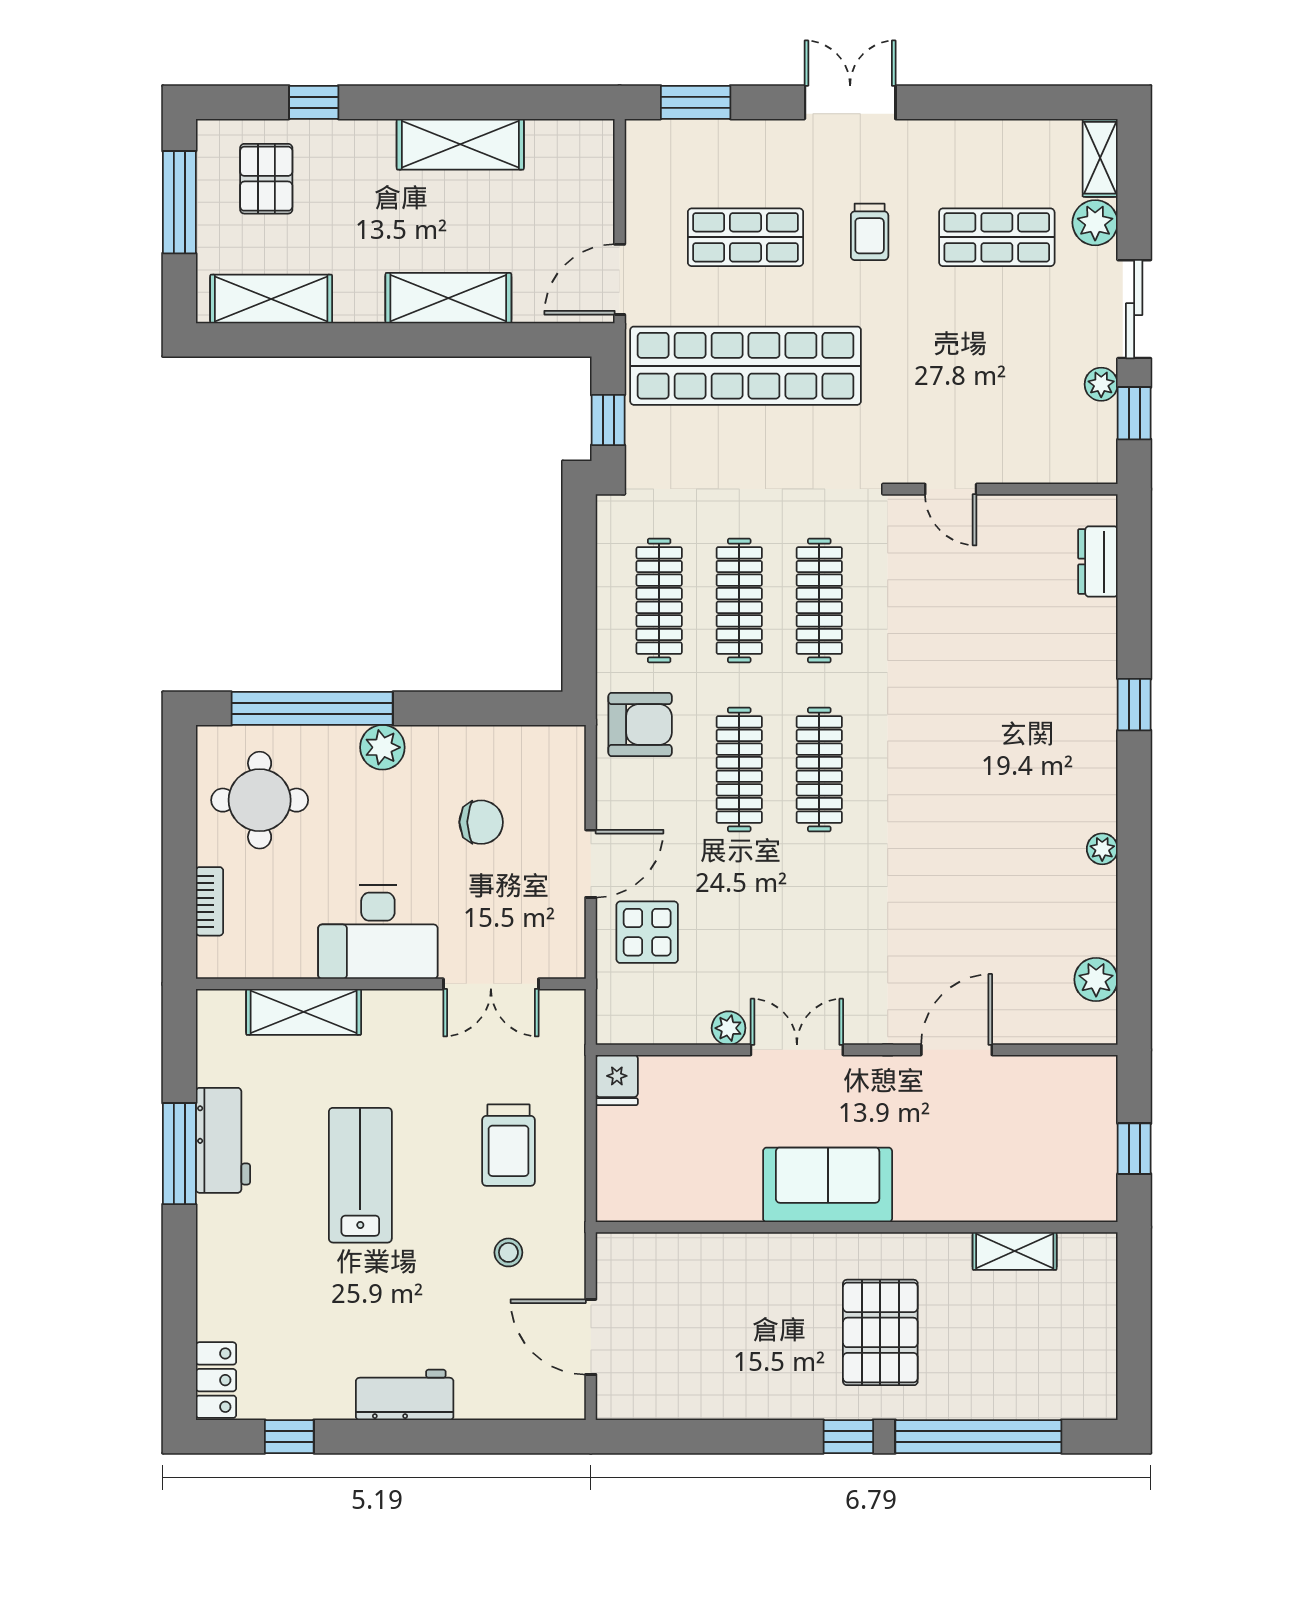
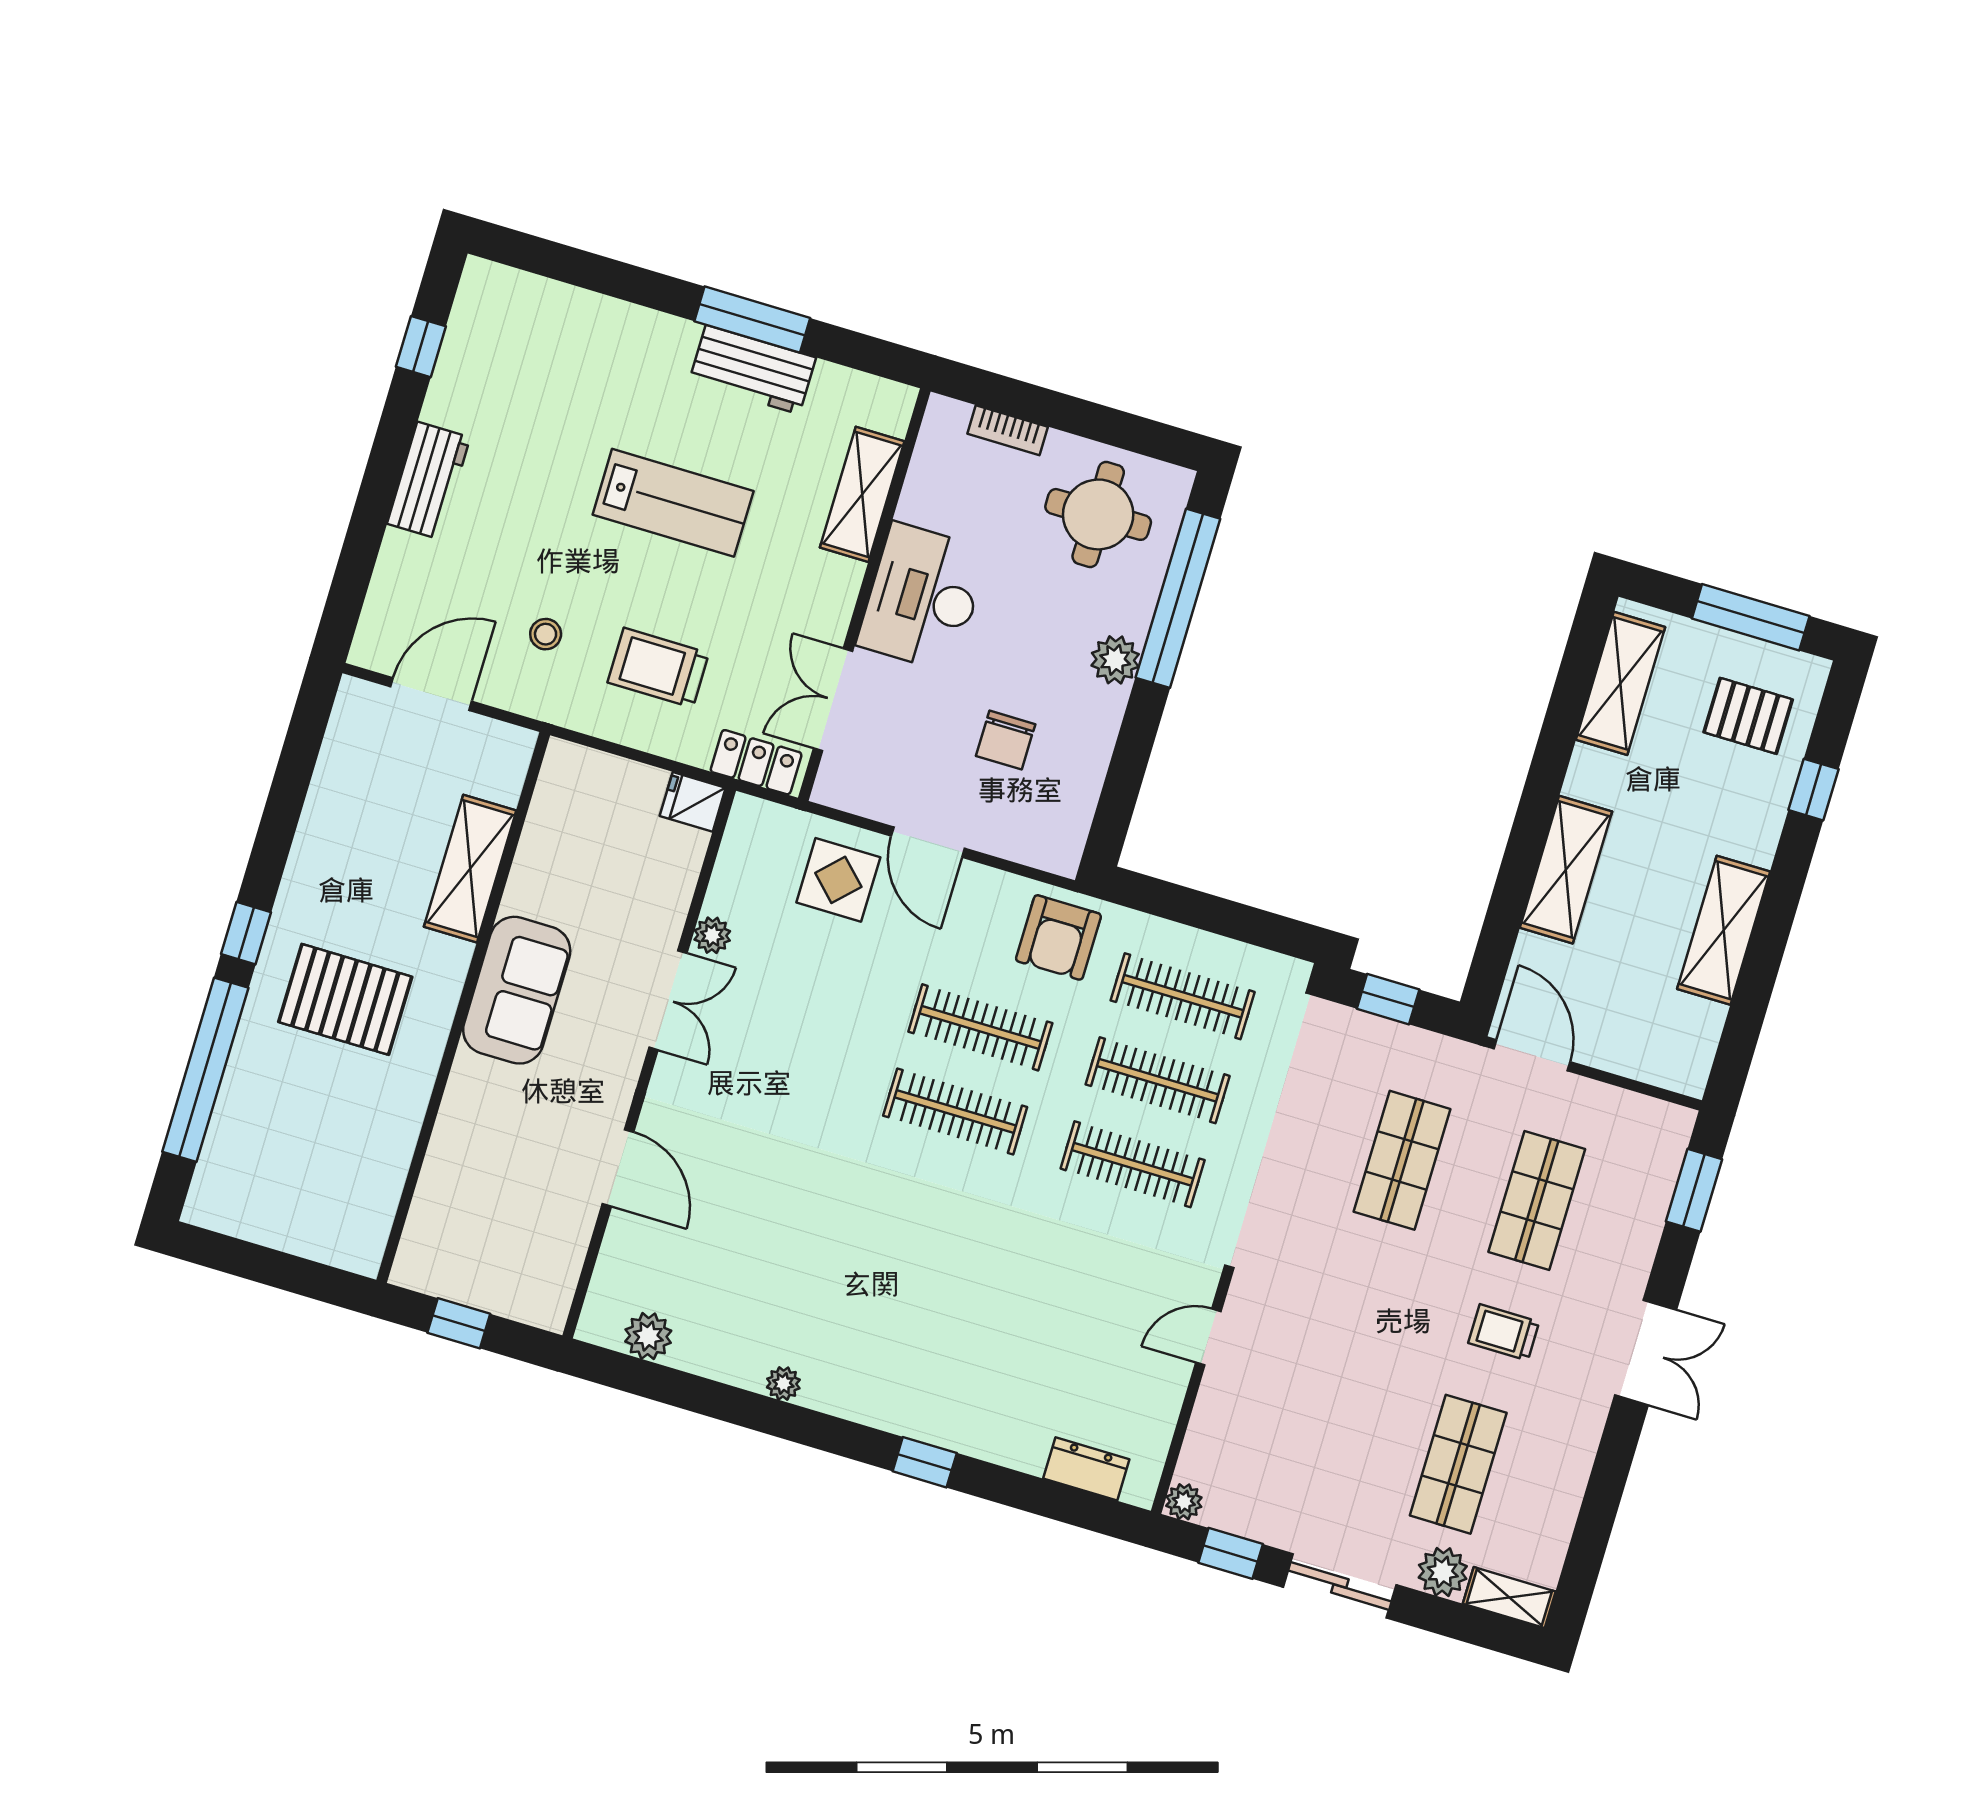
shop shelf: (746, 366) -> (1402, 1160), width x0.50, depth x0.74
plant: (1101, 384) -> (1184, 1502), moved
shelving: (1015, 1251) -> (470, 869), moved, width x1.50, depth x1.33
locker: (216, 1380) -> (756, 762), moved, turned 180

